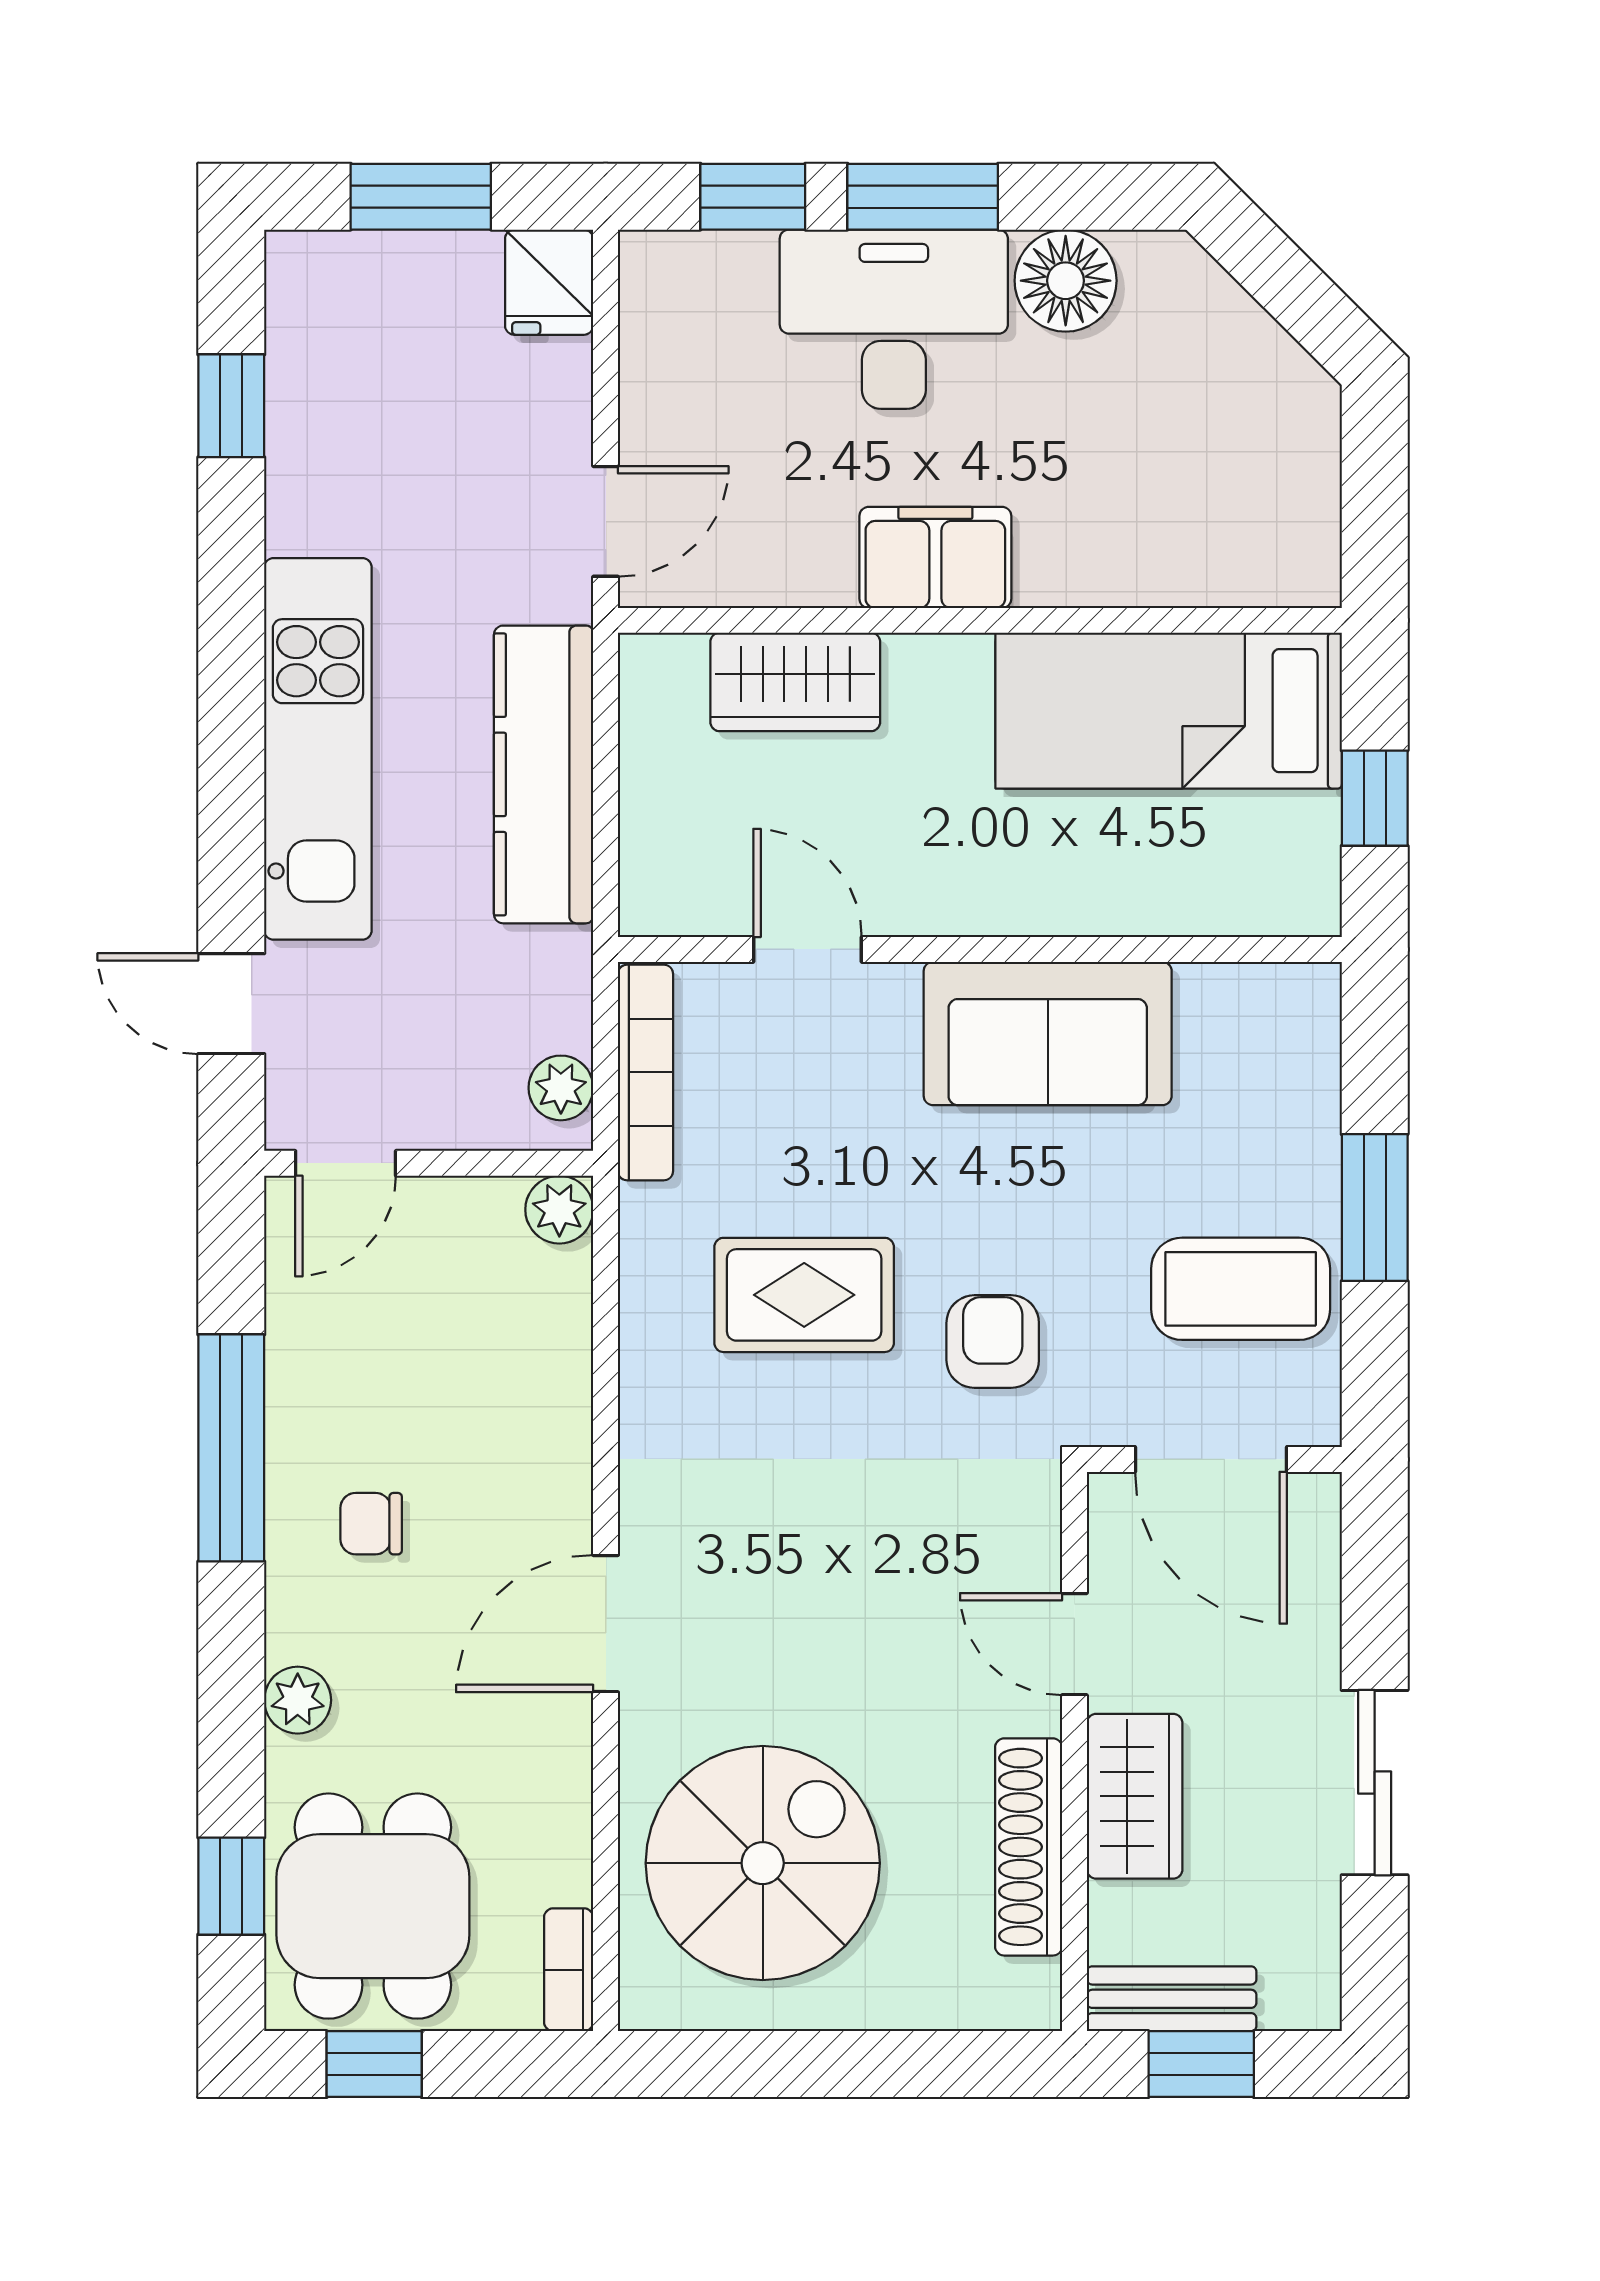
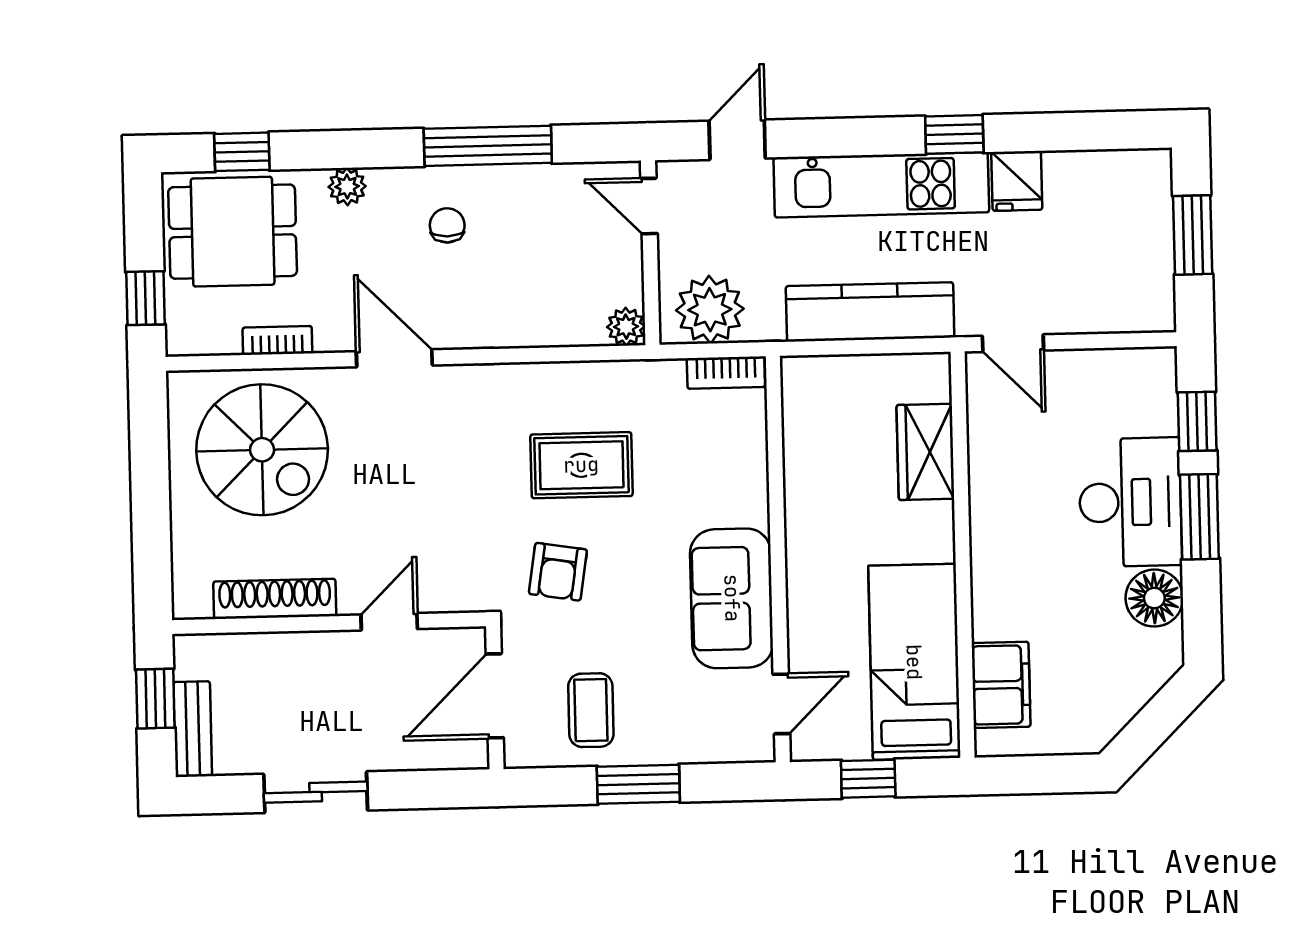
fridge: (549, 282) -> (1017, 181), moved, turned -90
window: (231, 406) -> (954, 134), moved
filing cabinet: (935, 557) -> (1001, 685), moved
door: (808, 949) -> (781, 704), moved
bookcase: (645, 1072) -> (726, 373), width x0.64
plant: (561, 1088) -> (710, 310), width x1.88, depth x1.88
coffee table: (1241, 1289) -> (591, 710), width x0.73, depth x0.77
rug: (804, 1295) -> (581, 465), turned 90
armchair: (993, 1342) -> (558, 572), turned 99
wardrobe: (1135, 1796) -> (305, 658), removed
bookcase: (569, 1970) -> (277, 340), moved
bench: (1172, 1999) -> (193, 729), moved
window: (374, 2064) -> (145, 298), moved

